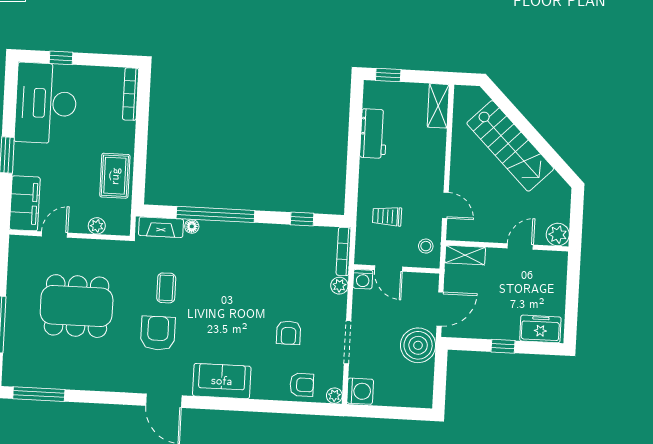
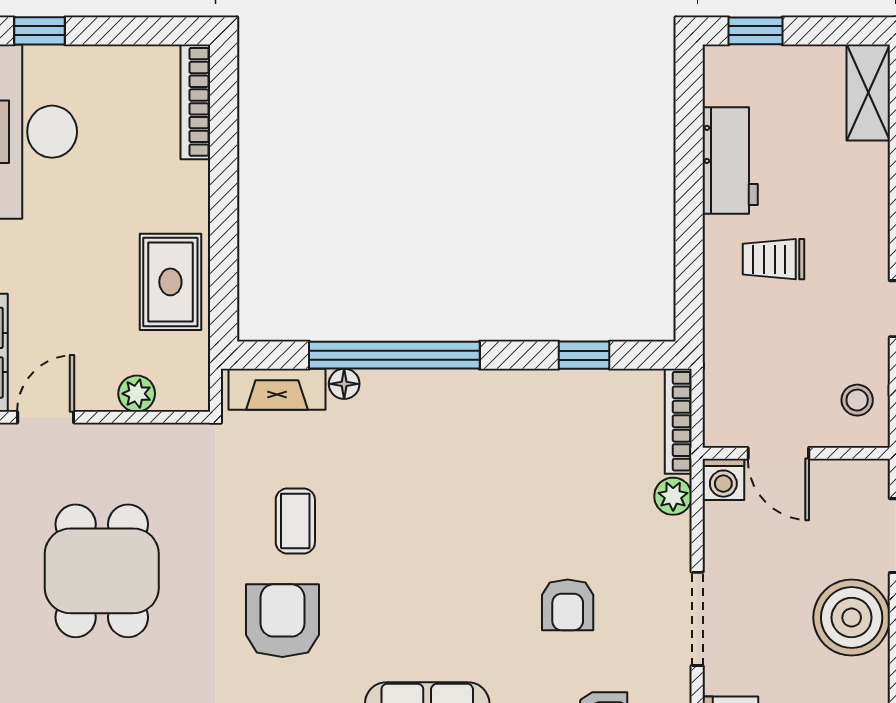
trolley: (387, 216) -> (774, 259), moved
dining table: (77, 306) -> (102, 571), width x0.73

